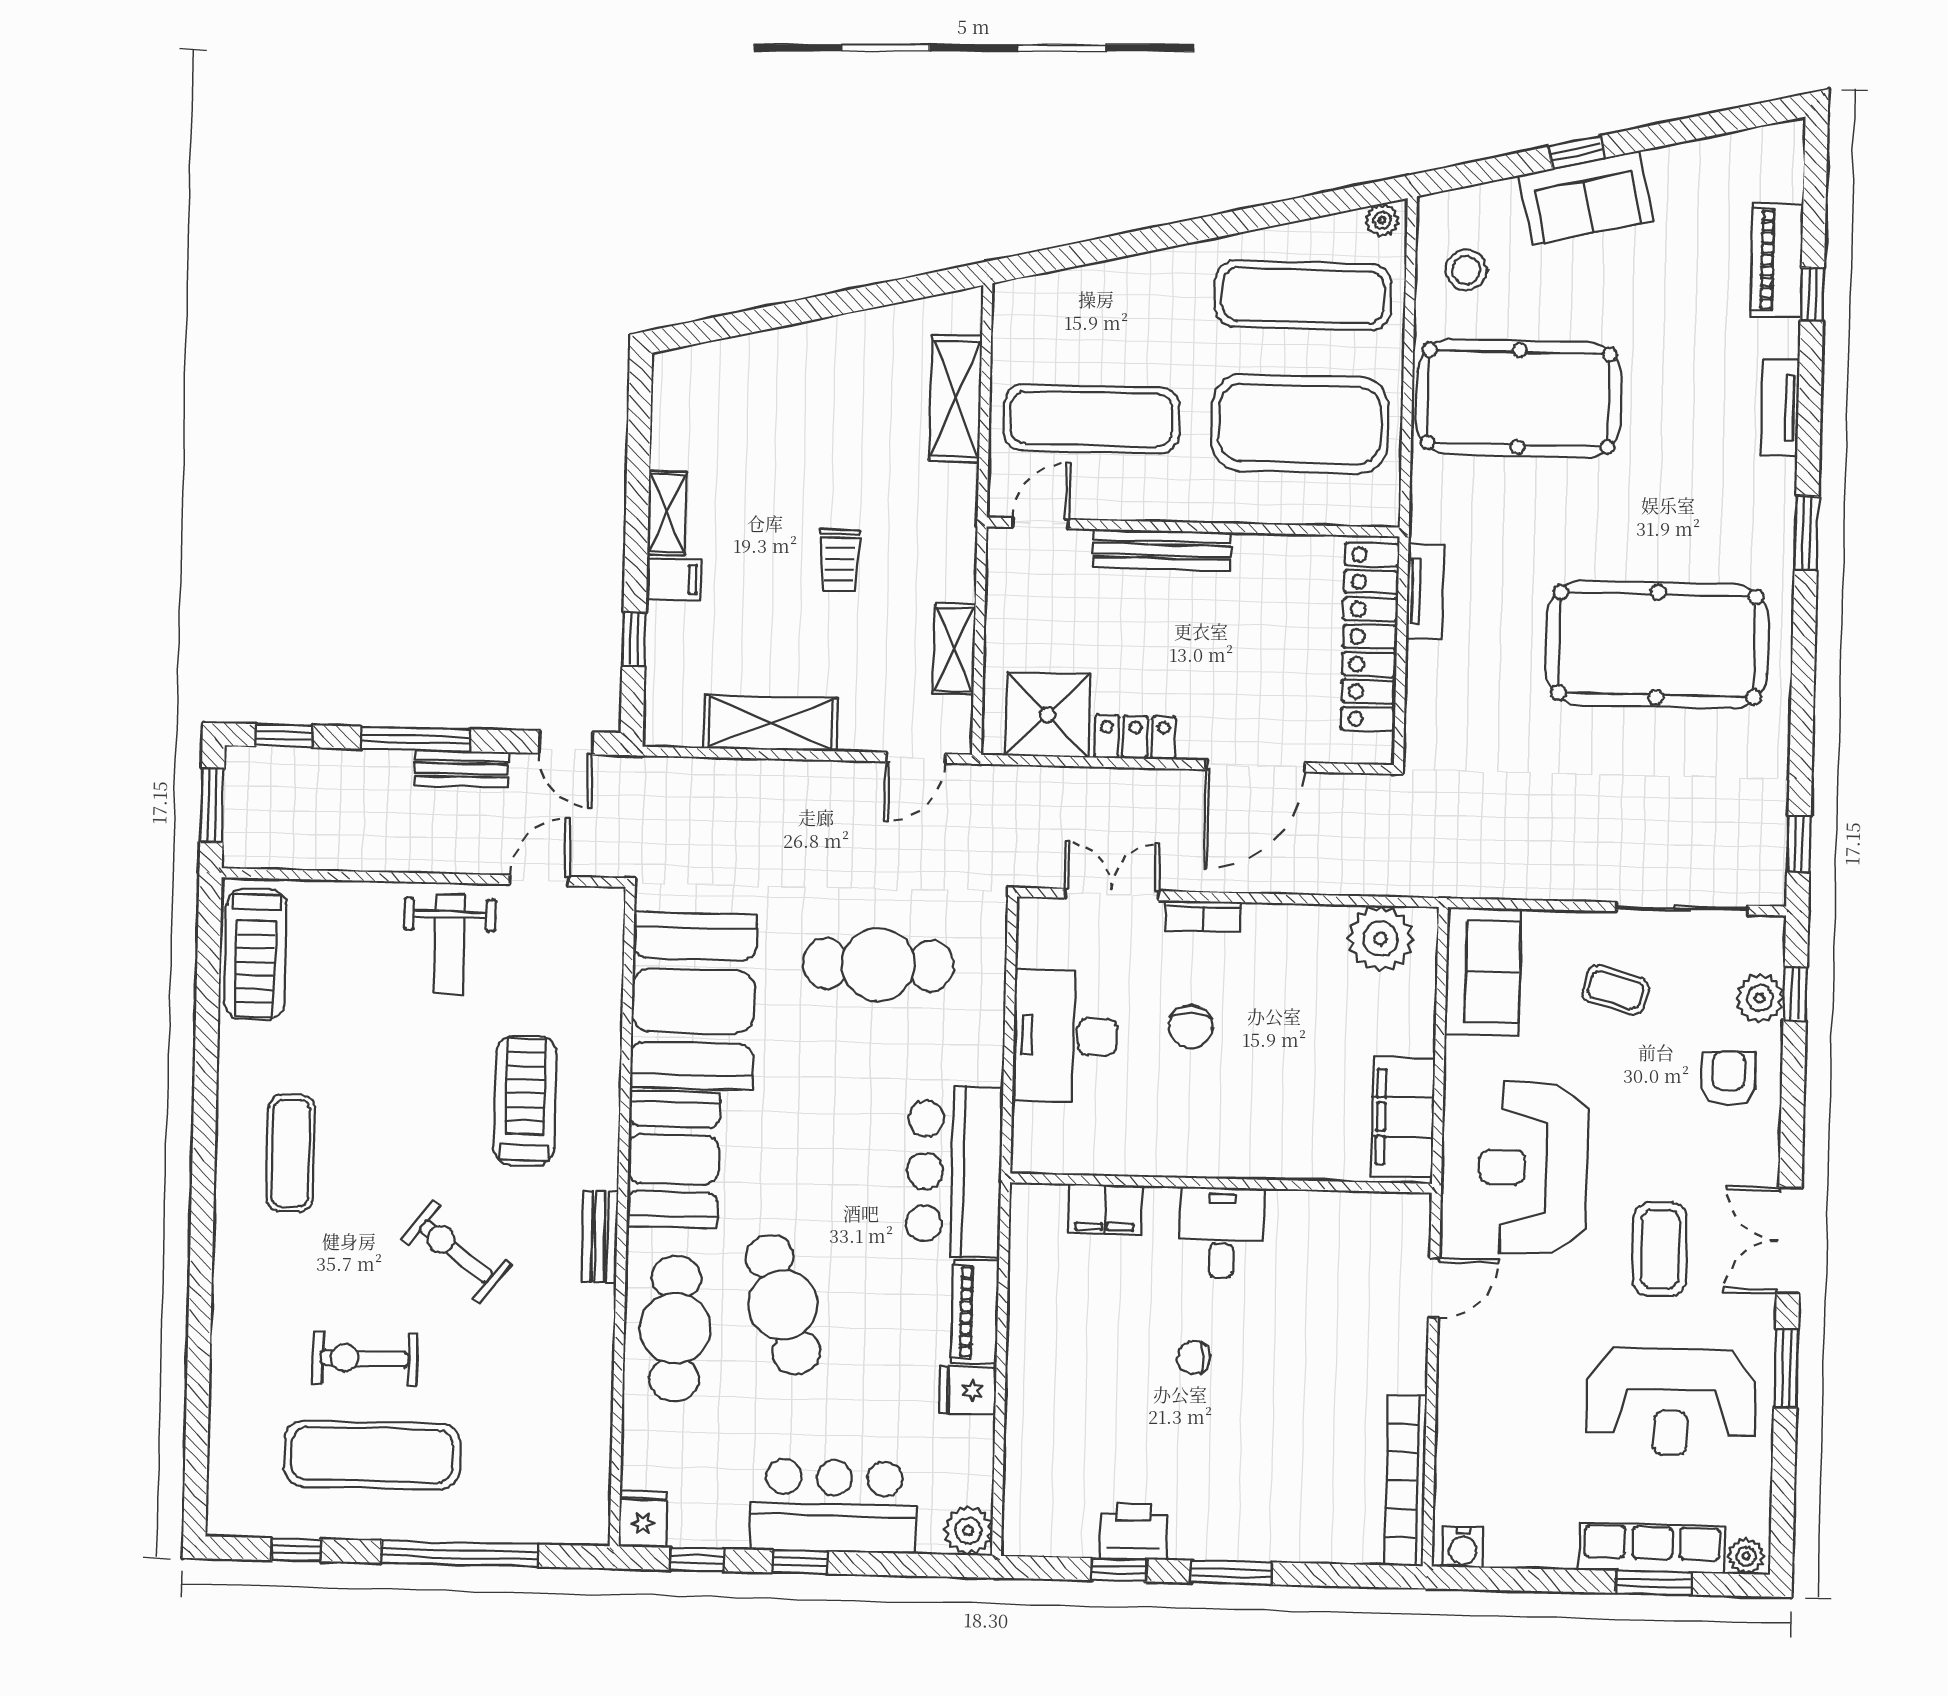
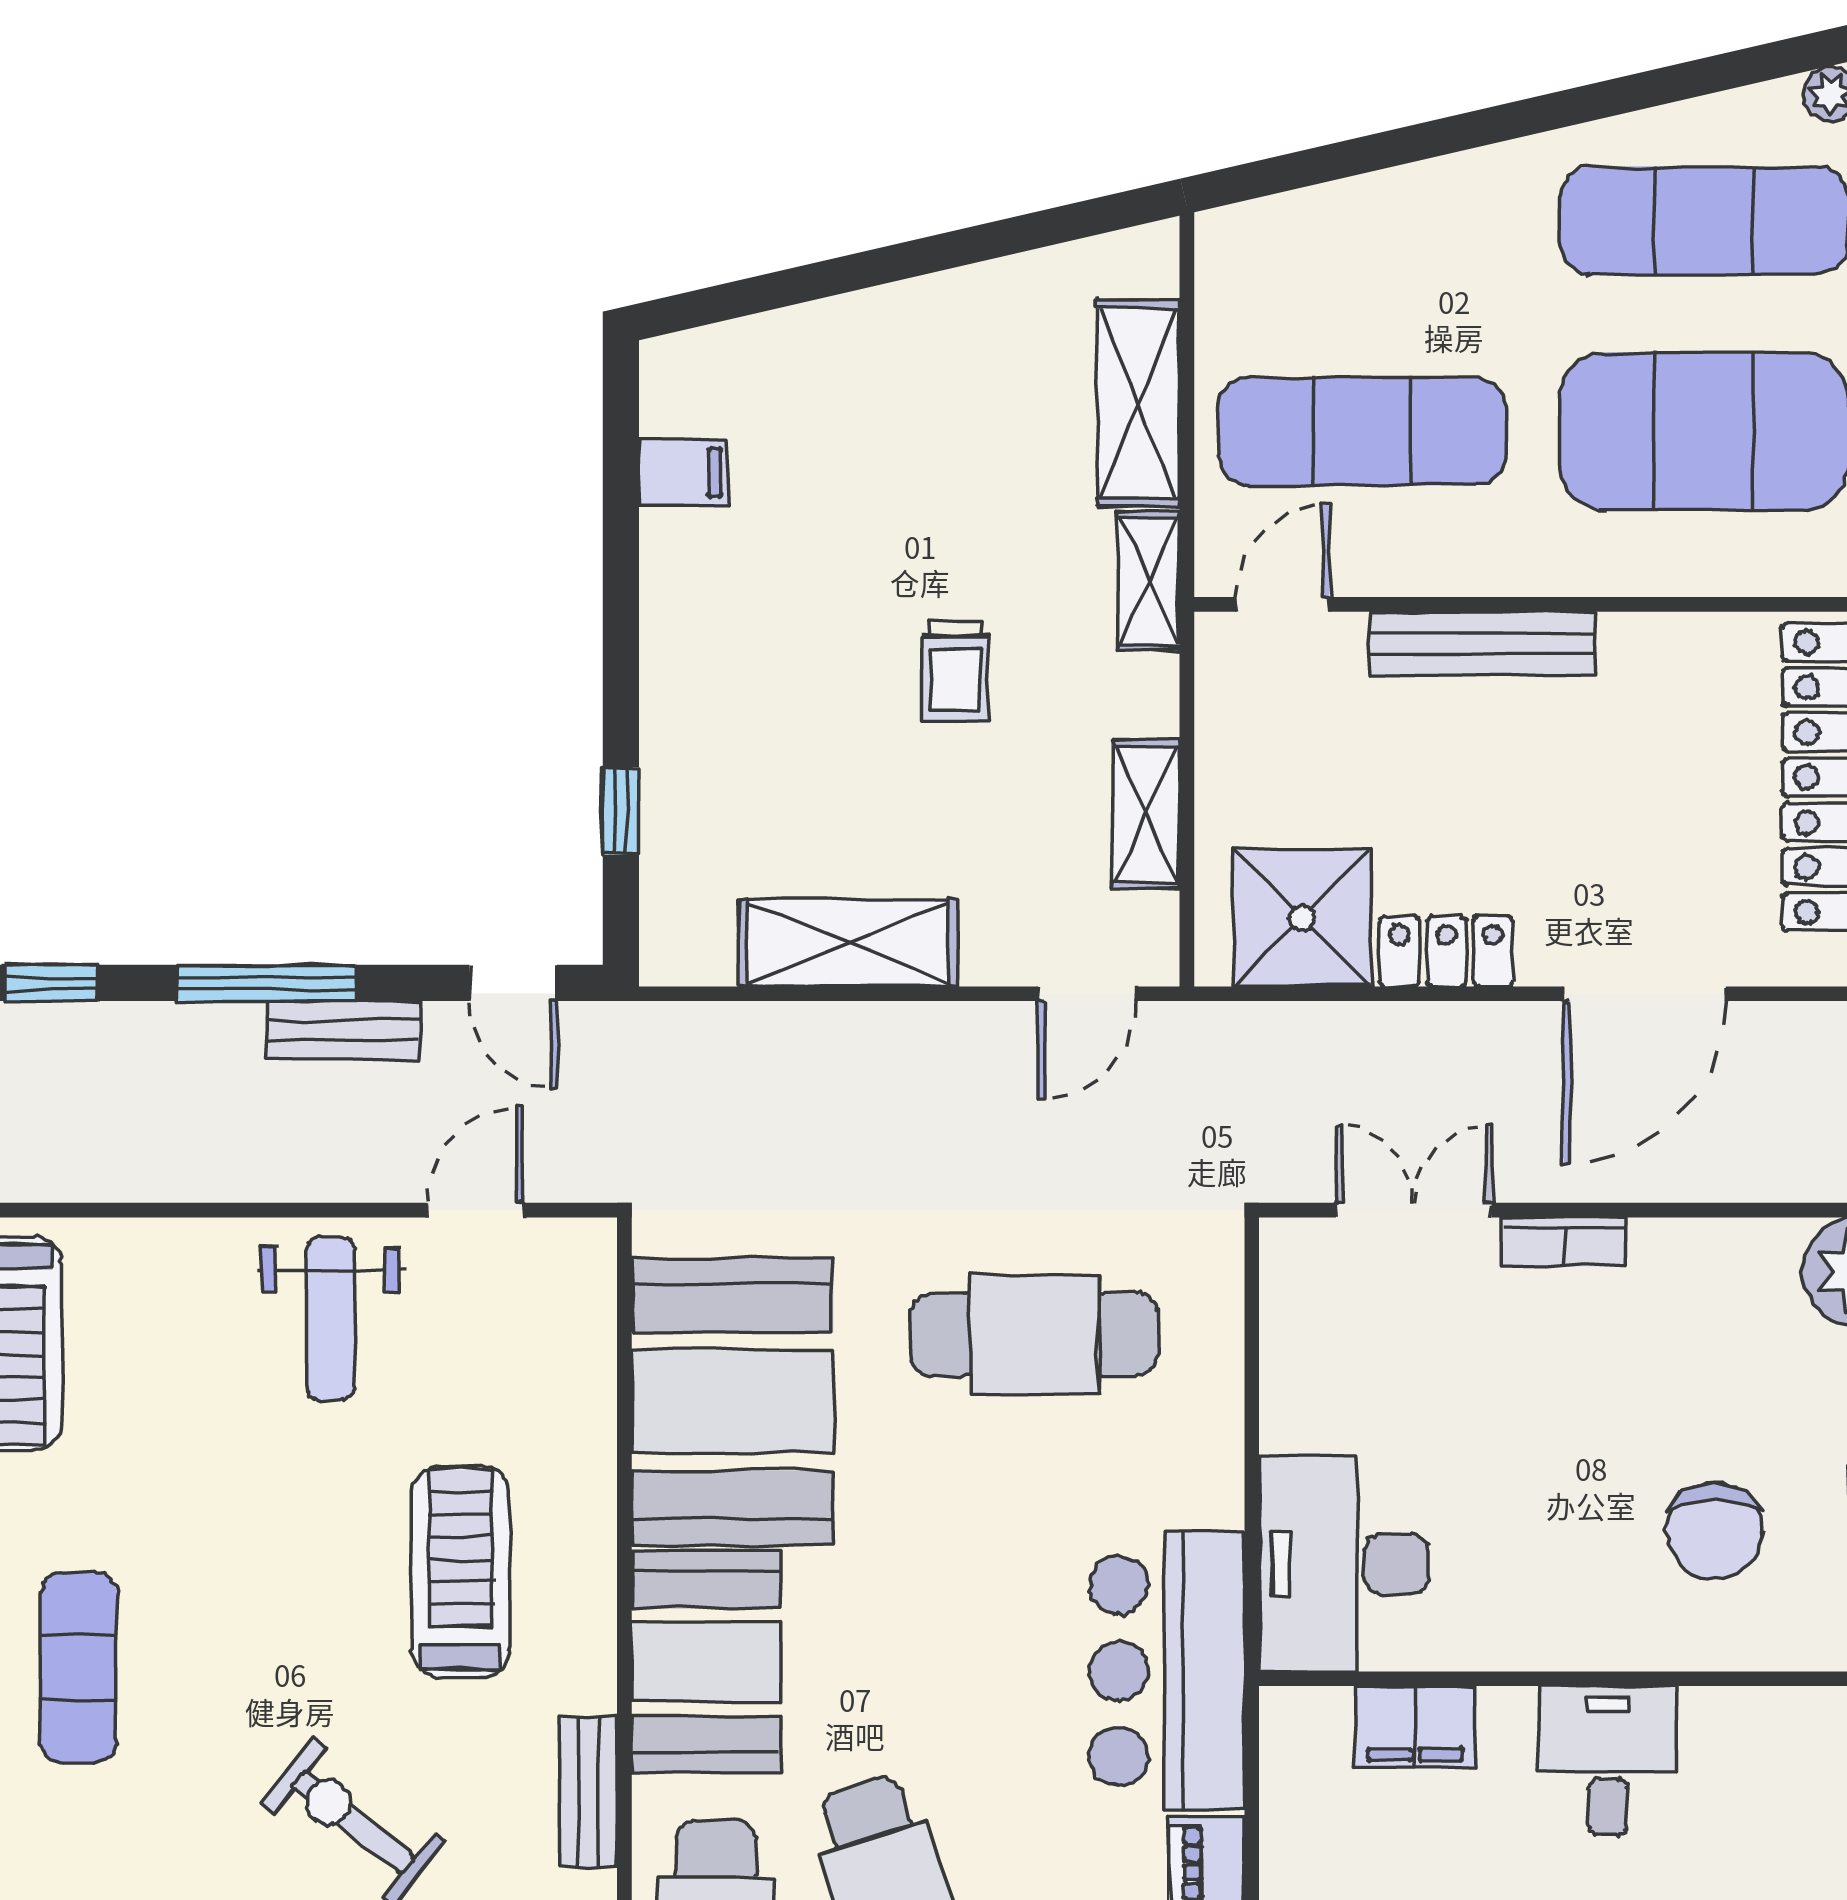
shelving: (667, 513) -> (1149, 581), moved
filing cabinet: (674, 579) -> (683, 473), moved
chair: (1191, 1027) -> (1715, 1531), moved, width x1.37, depth x1.37
desk: (1065, 1036) -> (1344, 1564), moved

